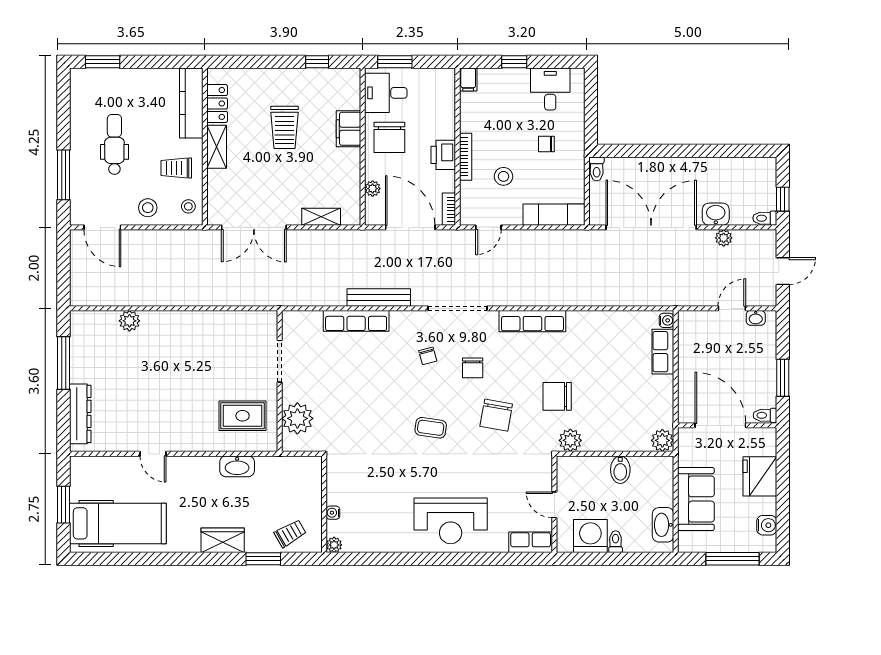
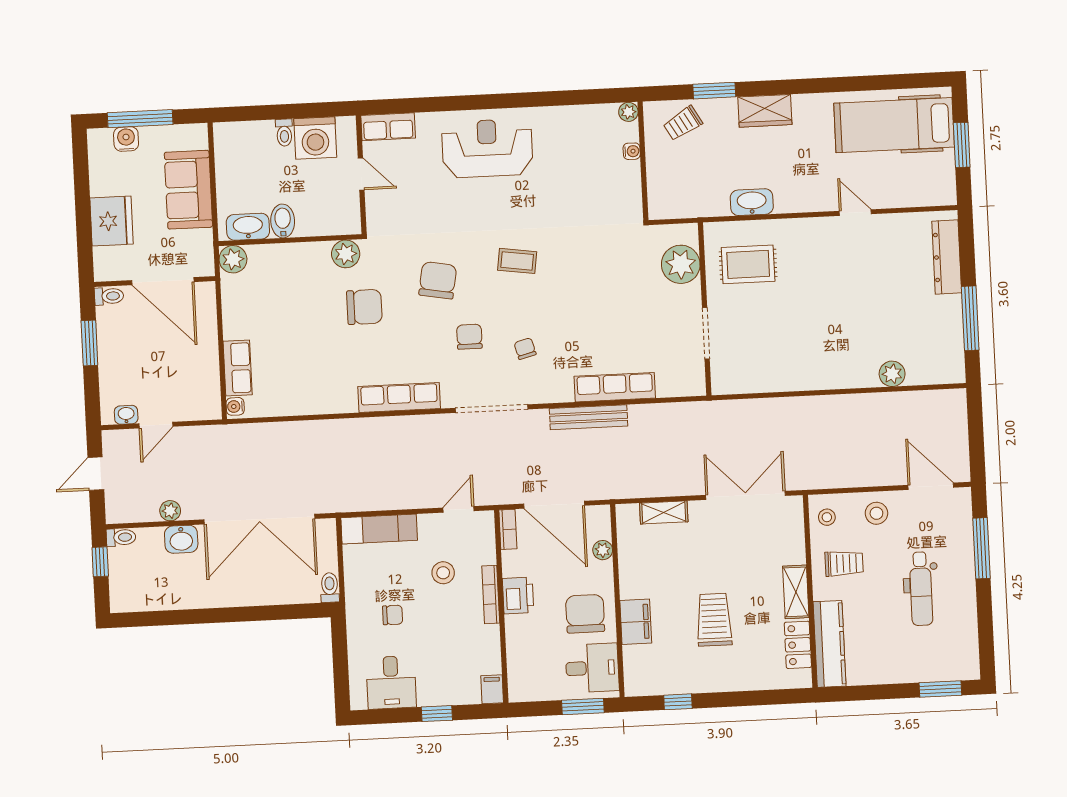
washbasin: (663, 525) -> (248, 227), moved, turned -90
water cooler: (767, 525) -> (126, 139), moved, turned 90

